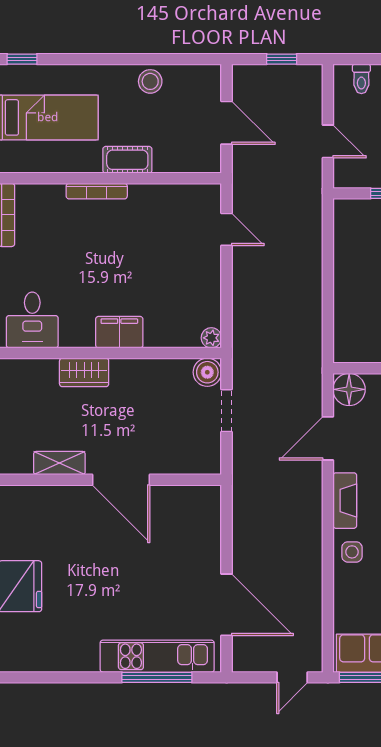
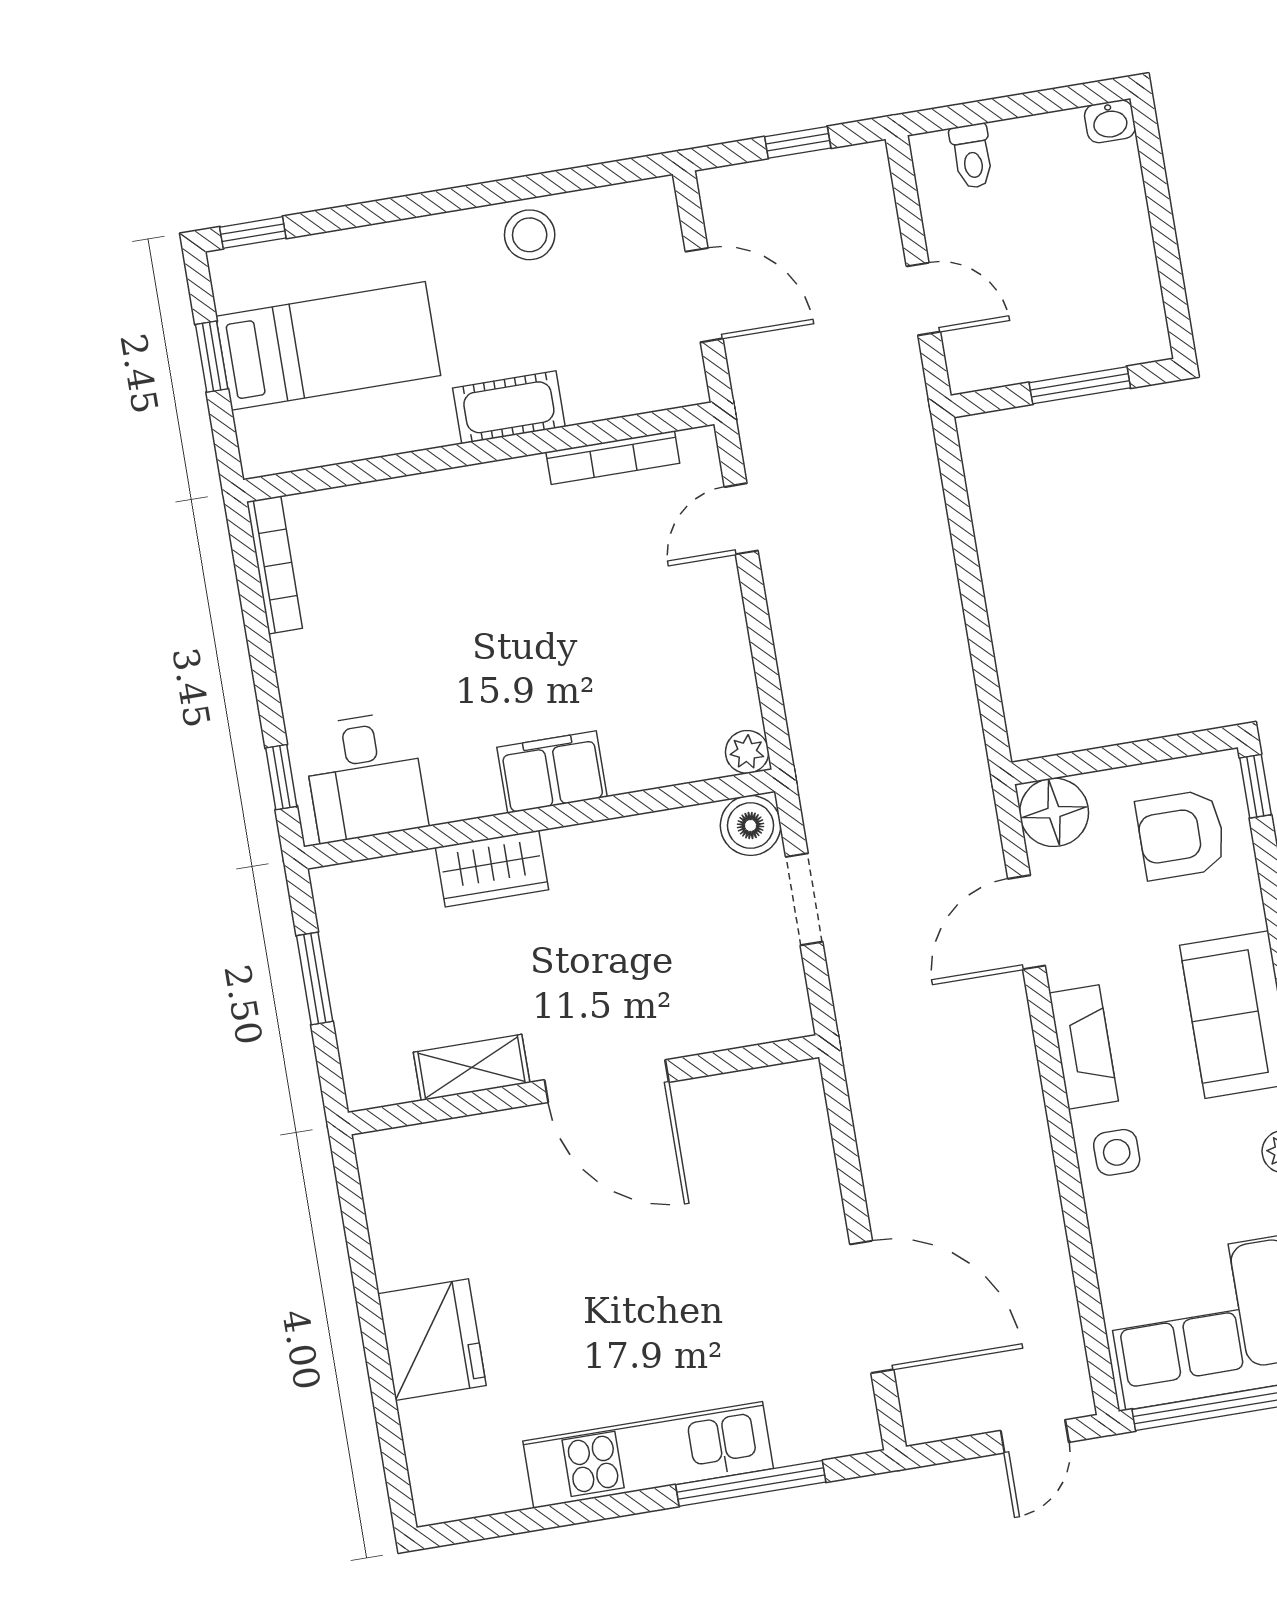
bookcase: (97, 191) -> (613, 458), moved
door: (227, 229) -> (741, 519), swing flipped
kitchen unit: (157, 656) -> (648, 1455), moved

